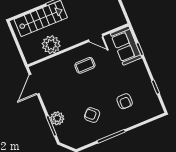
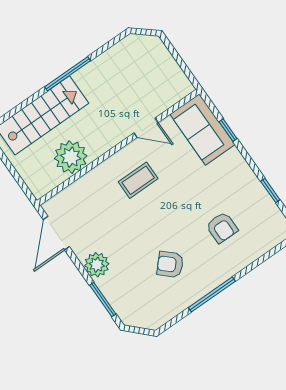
plant: (57, 118) -> (97, 265), moved

